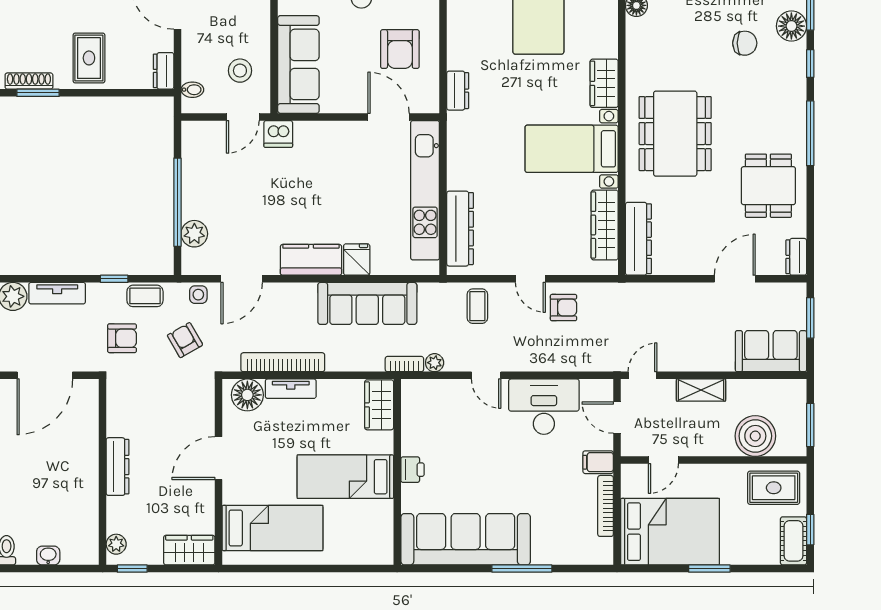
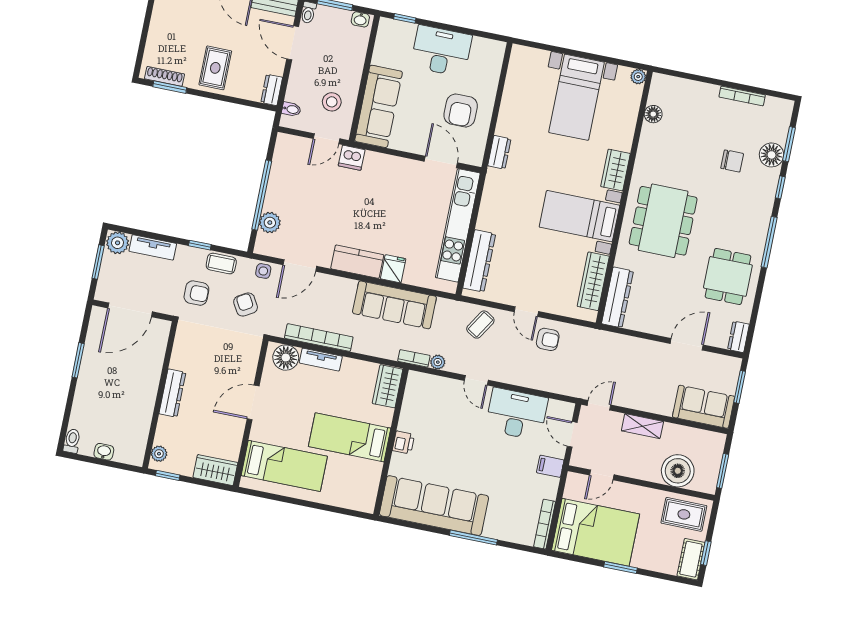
coffee table: (477, 306) -> (480, 325), turned 32
bookcase: (606, 506) -> (545, 524), moved

